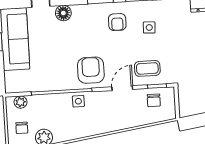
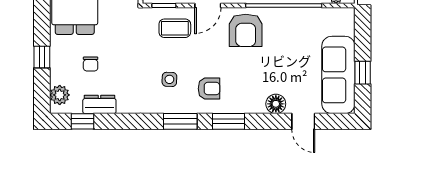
armchair: (117, 22) -> (209, 89), turned 90

